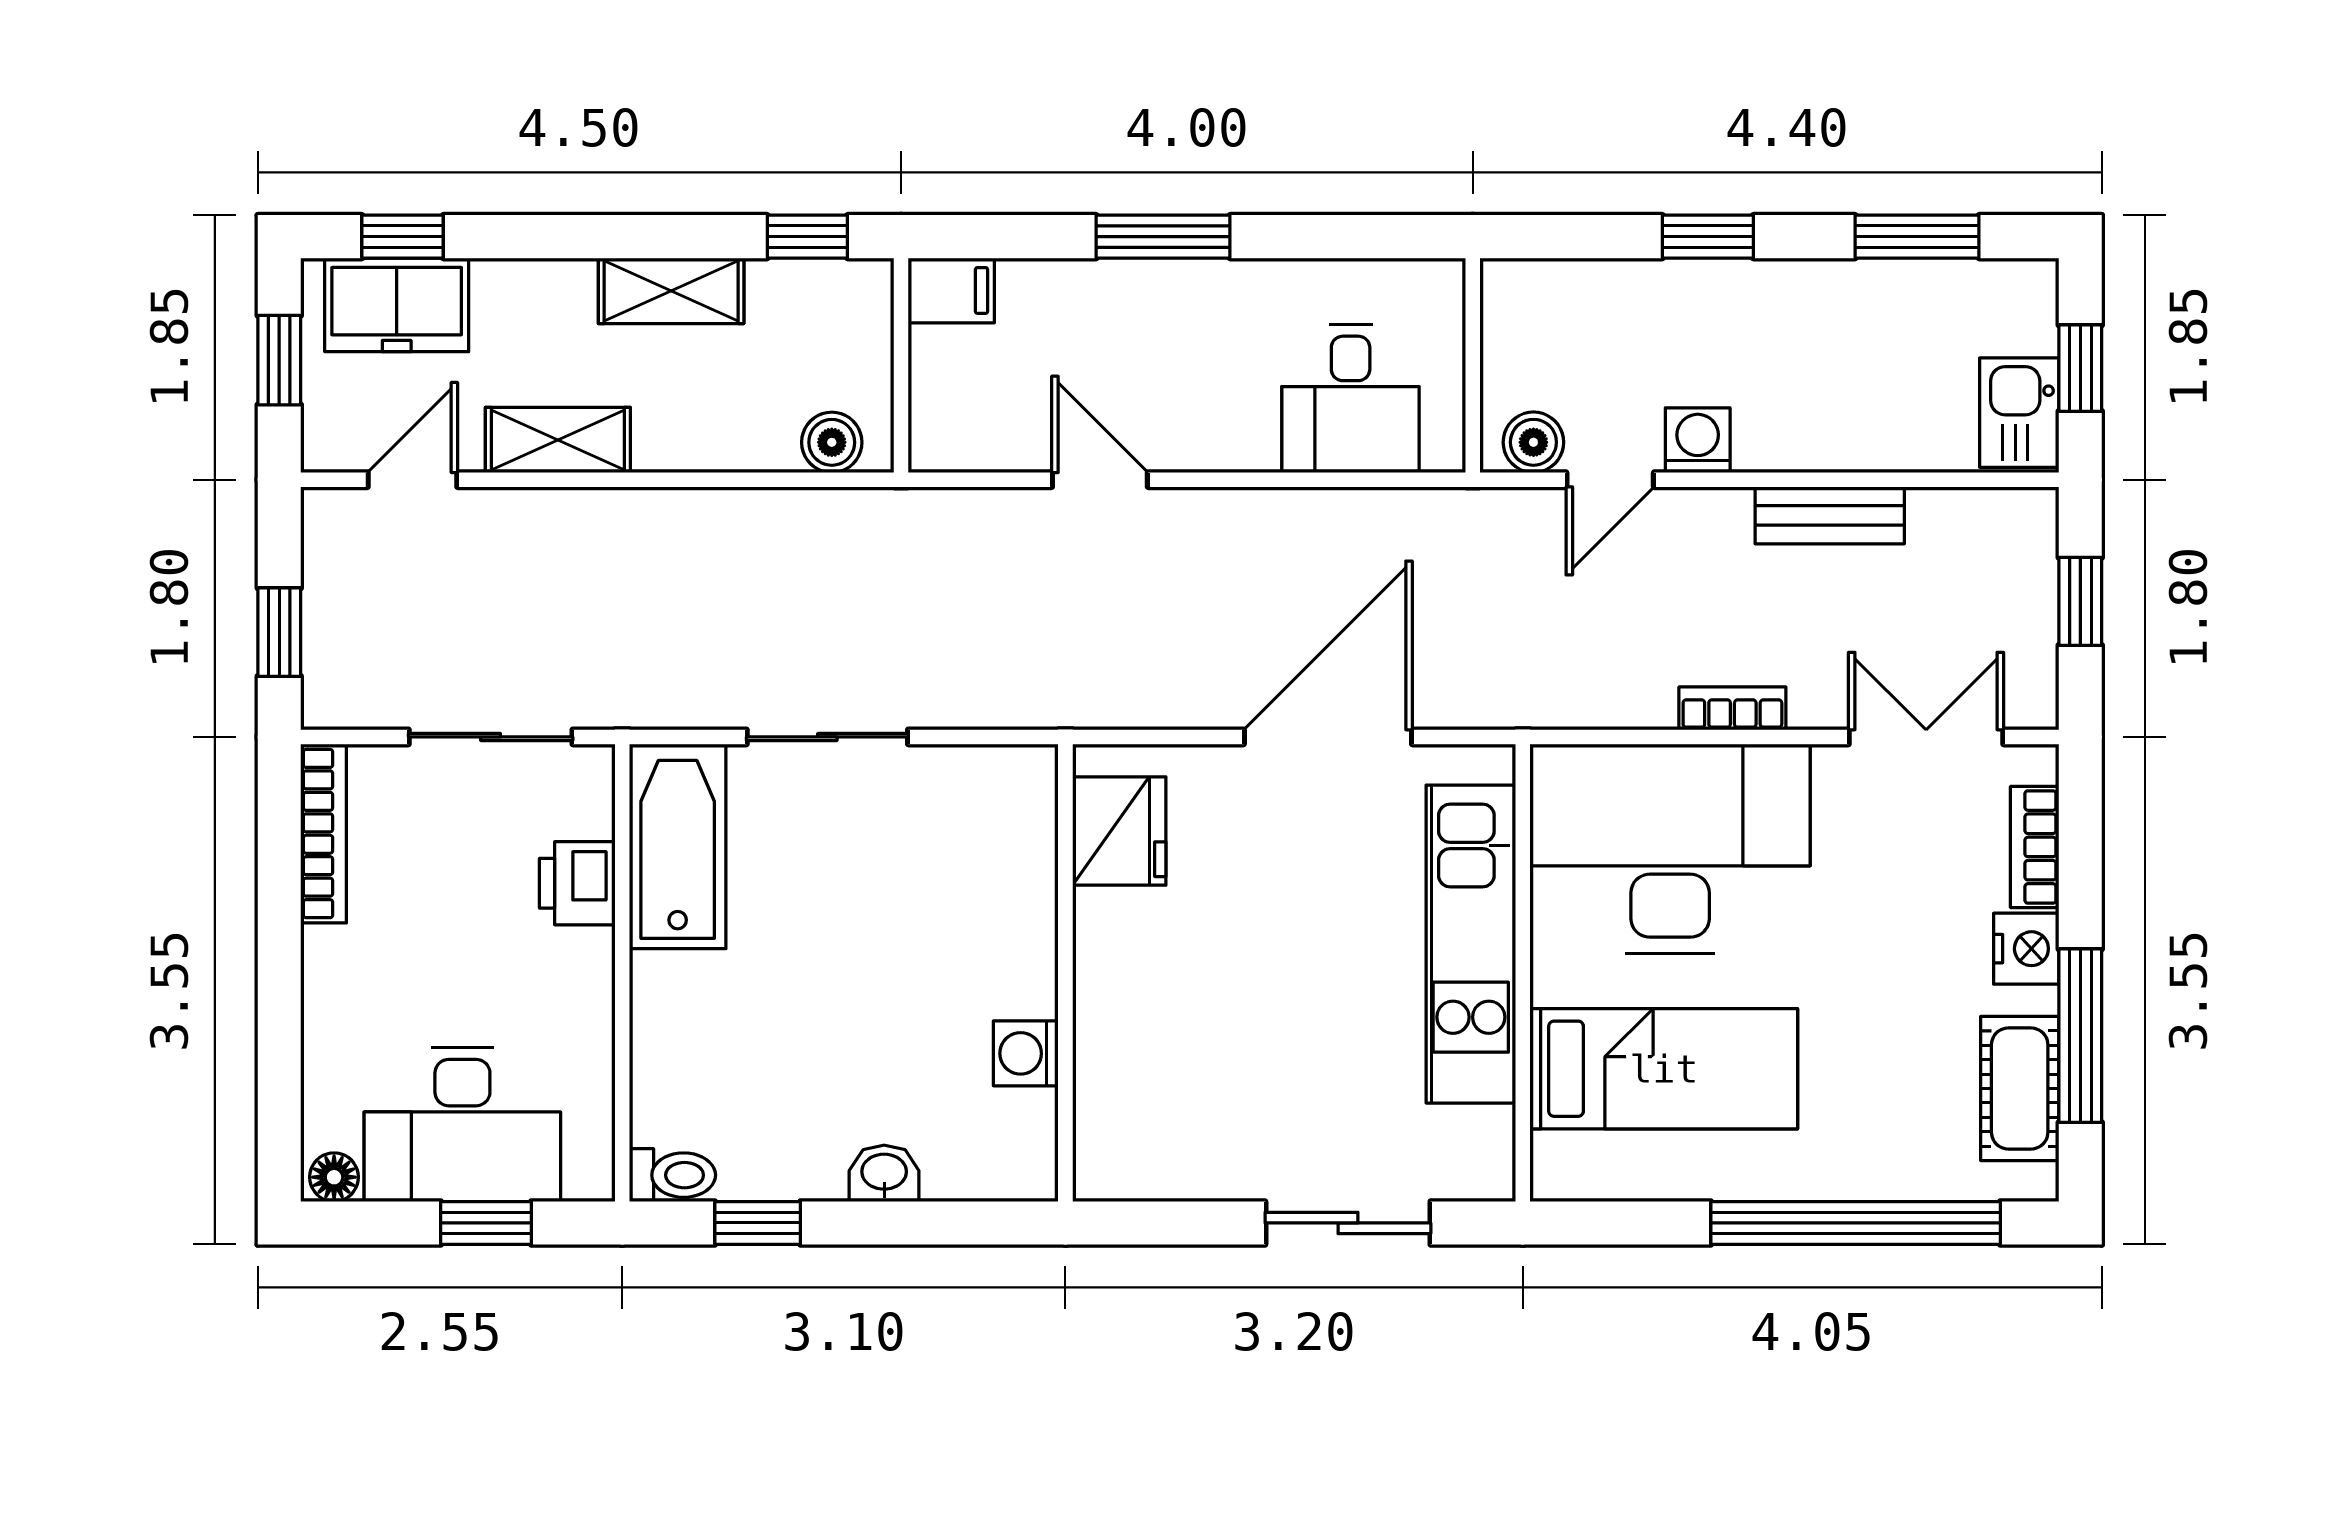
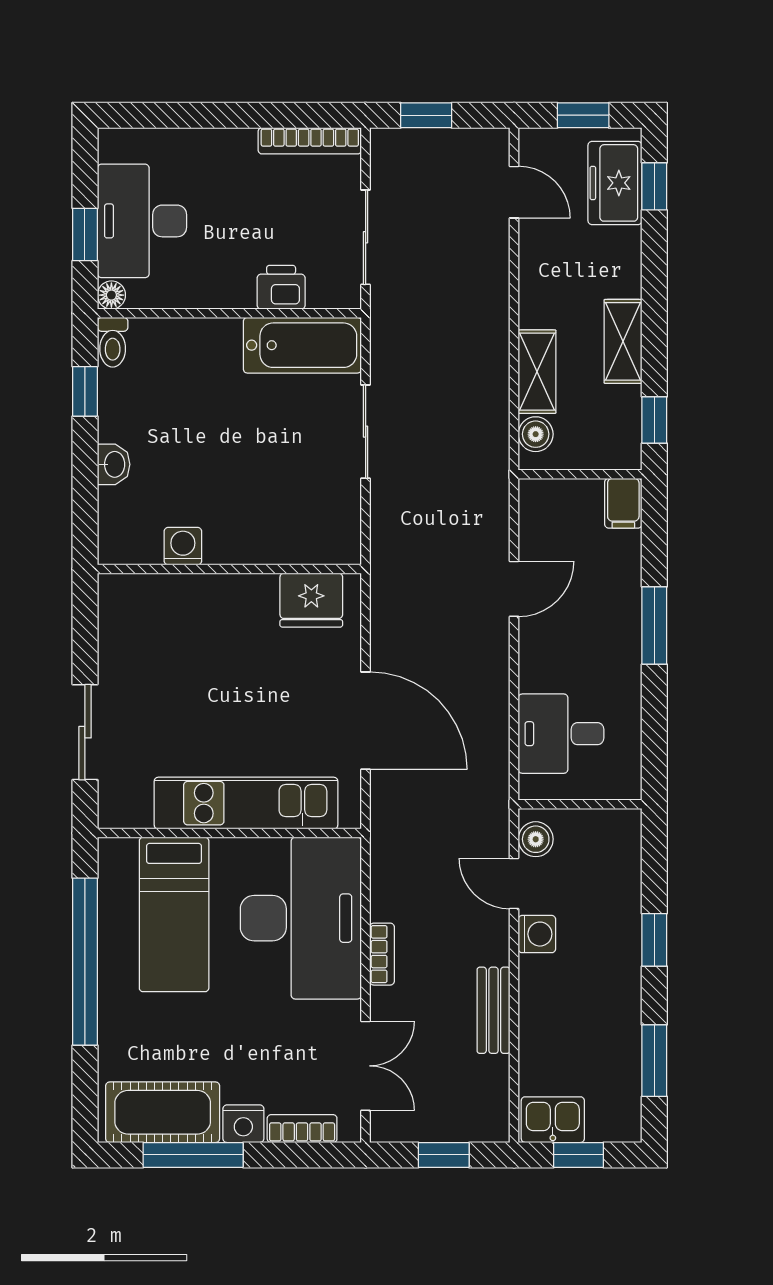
shelving: (558, 440) -> (537, 372), moved
cot: (2020, 1088) -> (163, 1112), width x1.37, depth x1.34
floor lamp: (334, 1177) -> (111, 295), moved
window: (1856, 1223) -> (85, 962), moved

